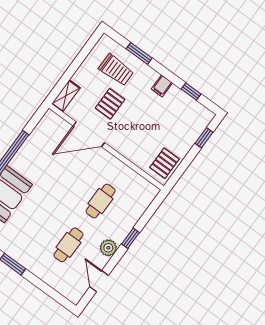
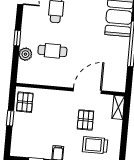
window: (204, 138) -> (10, 118), moved
cafe table: (101, 201) -> (52, 51), turned 90
plant: (108, 248) -> (25, 54), moved

